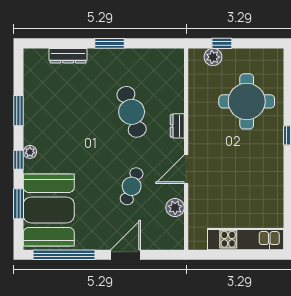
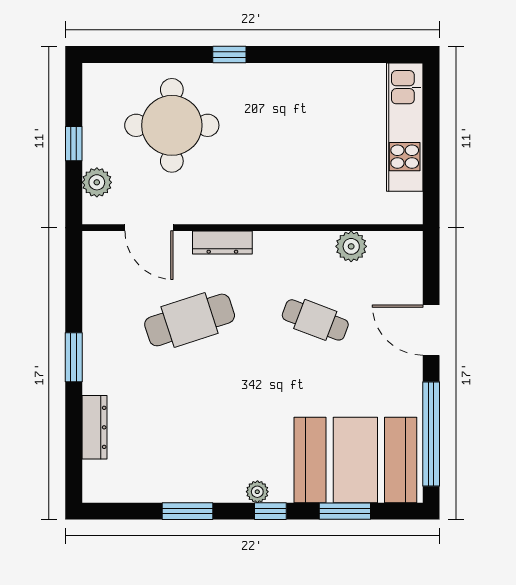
window: (222, 43) -> (74, 144), moved
dresser: (177, 126) -> (222, 243), width x1.44
door: (186, 169) -> (149, 228), moved

